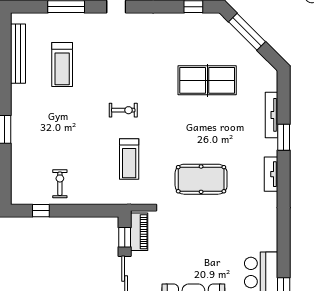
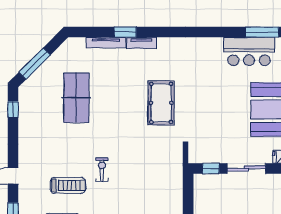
treadmill: (129, 159) -> (68, 185), moved
tv unit: (271, 174) -> (142, 43), moved
piano: (139, 232) -> (206, 156), removed

